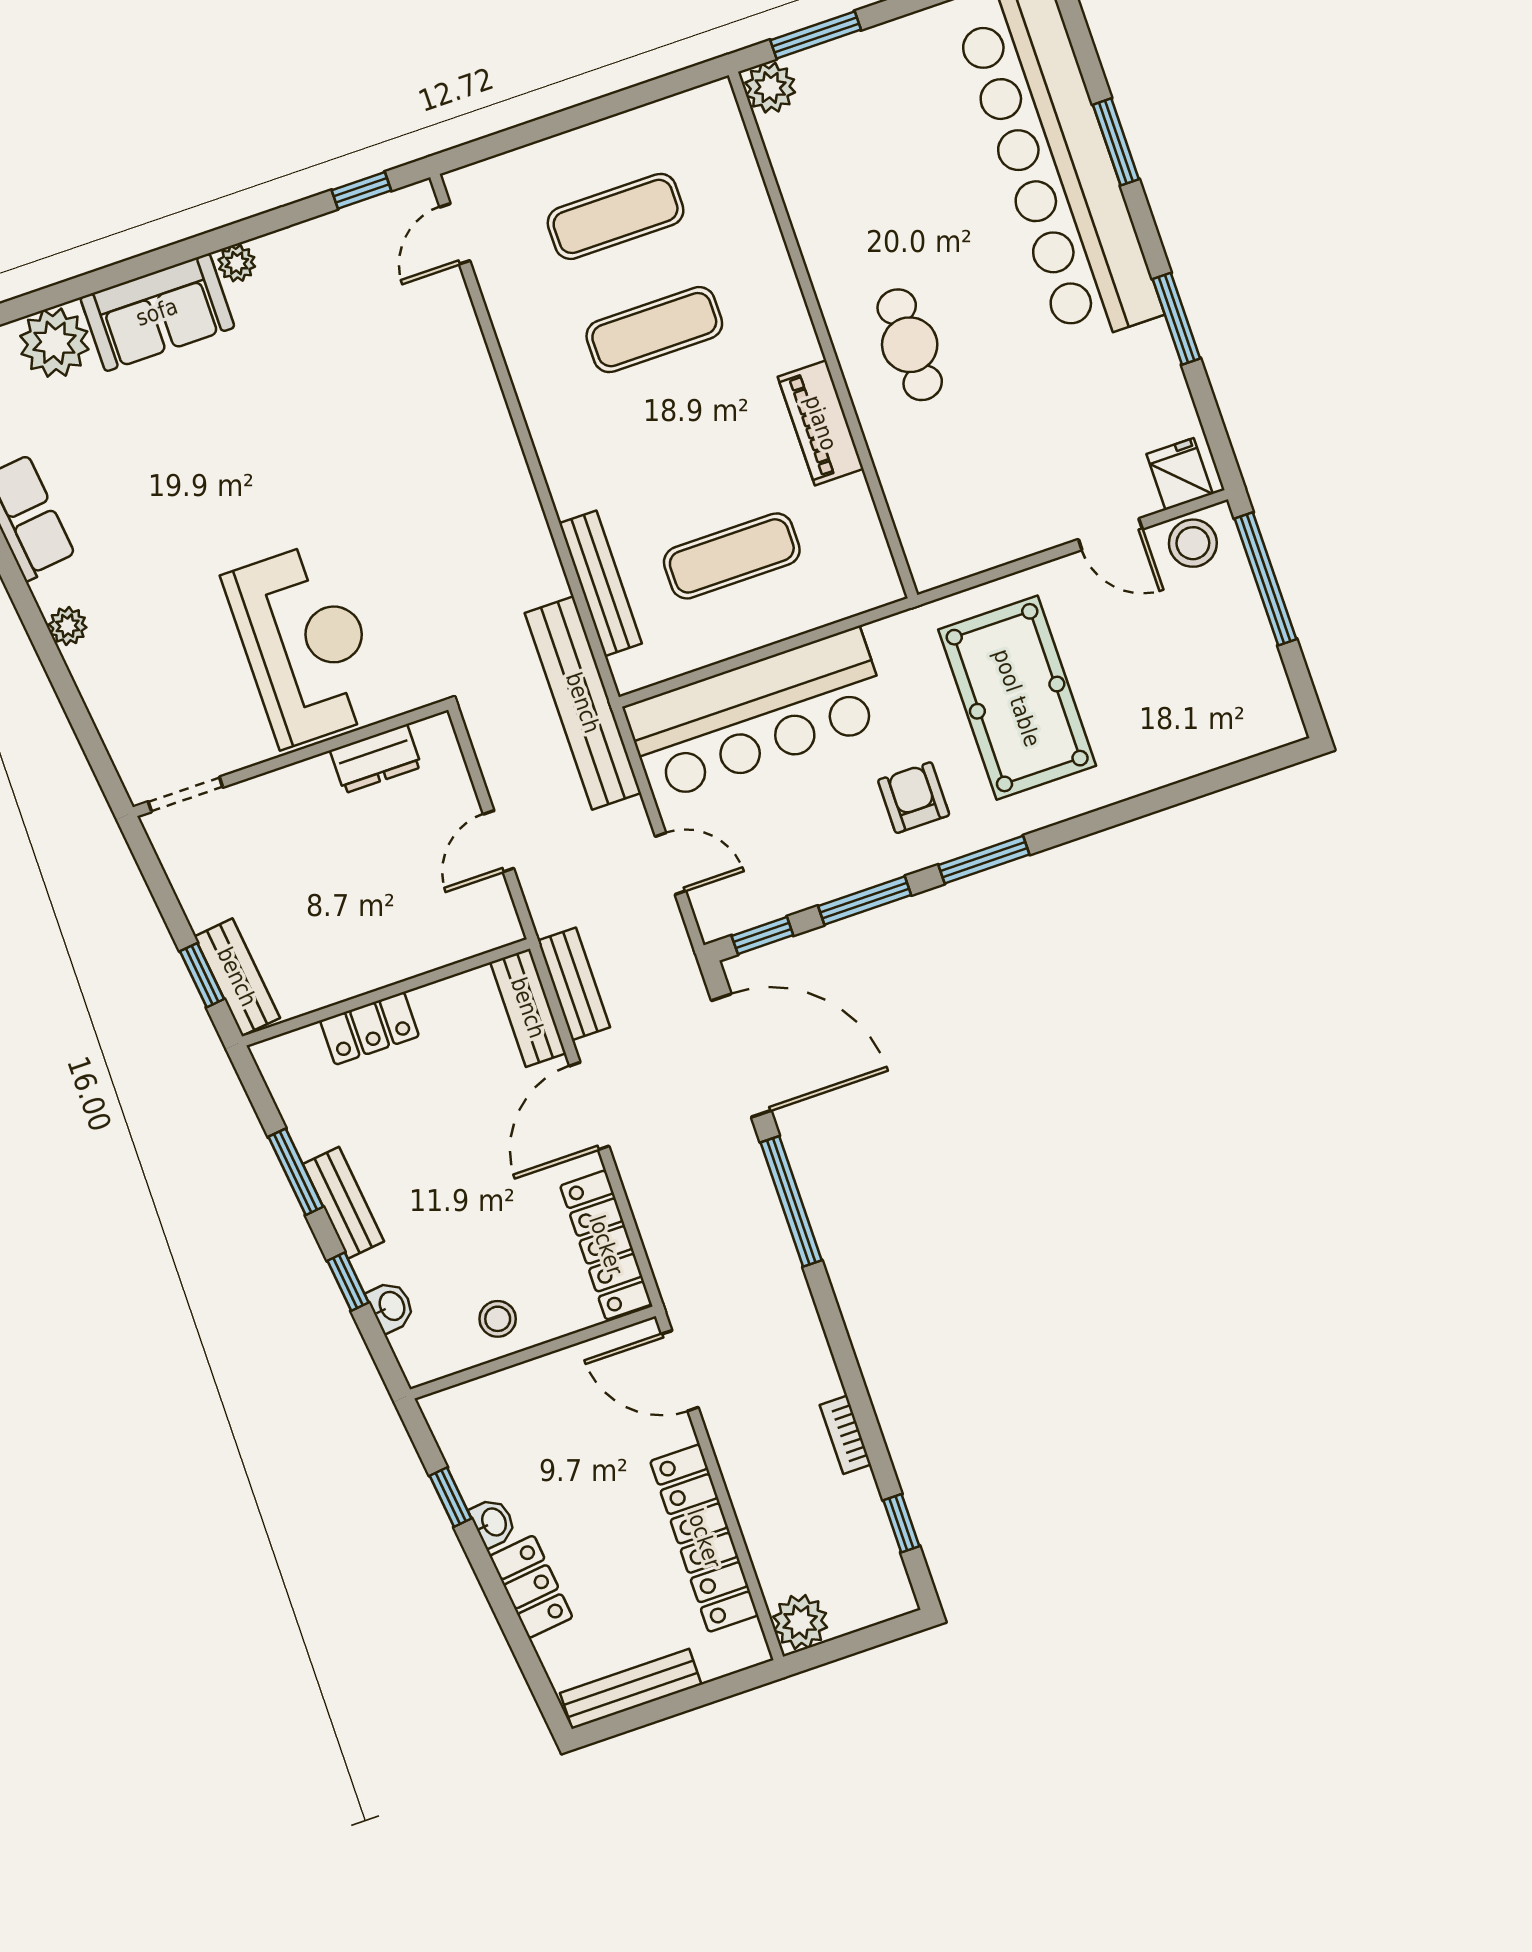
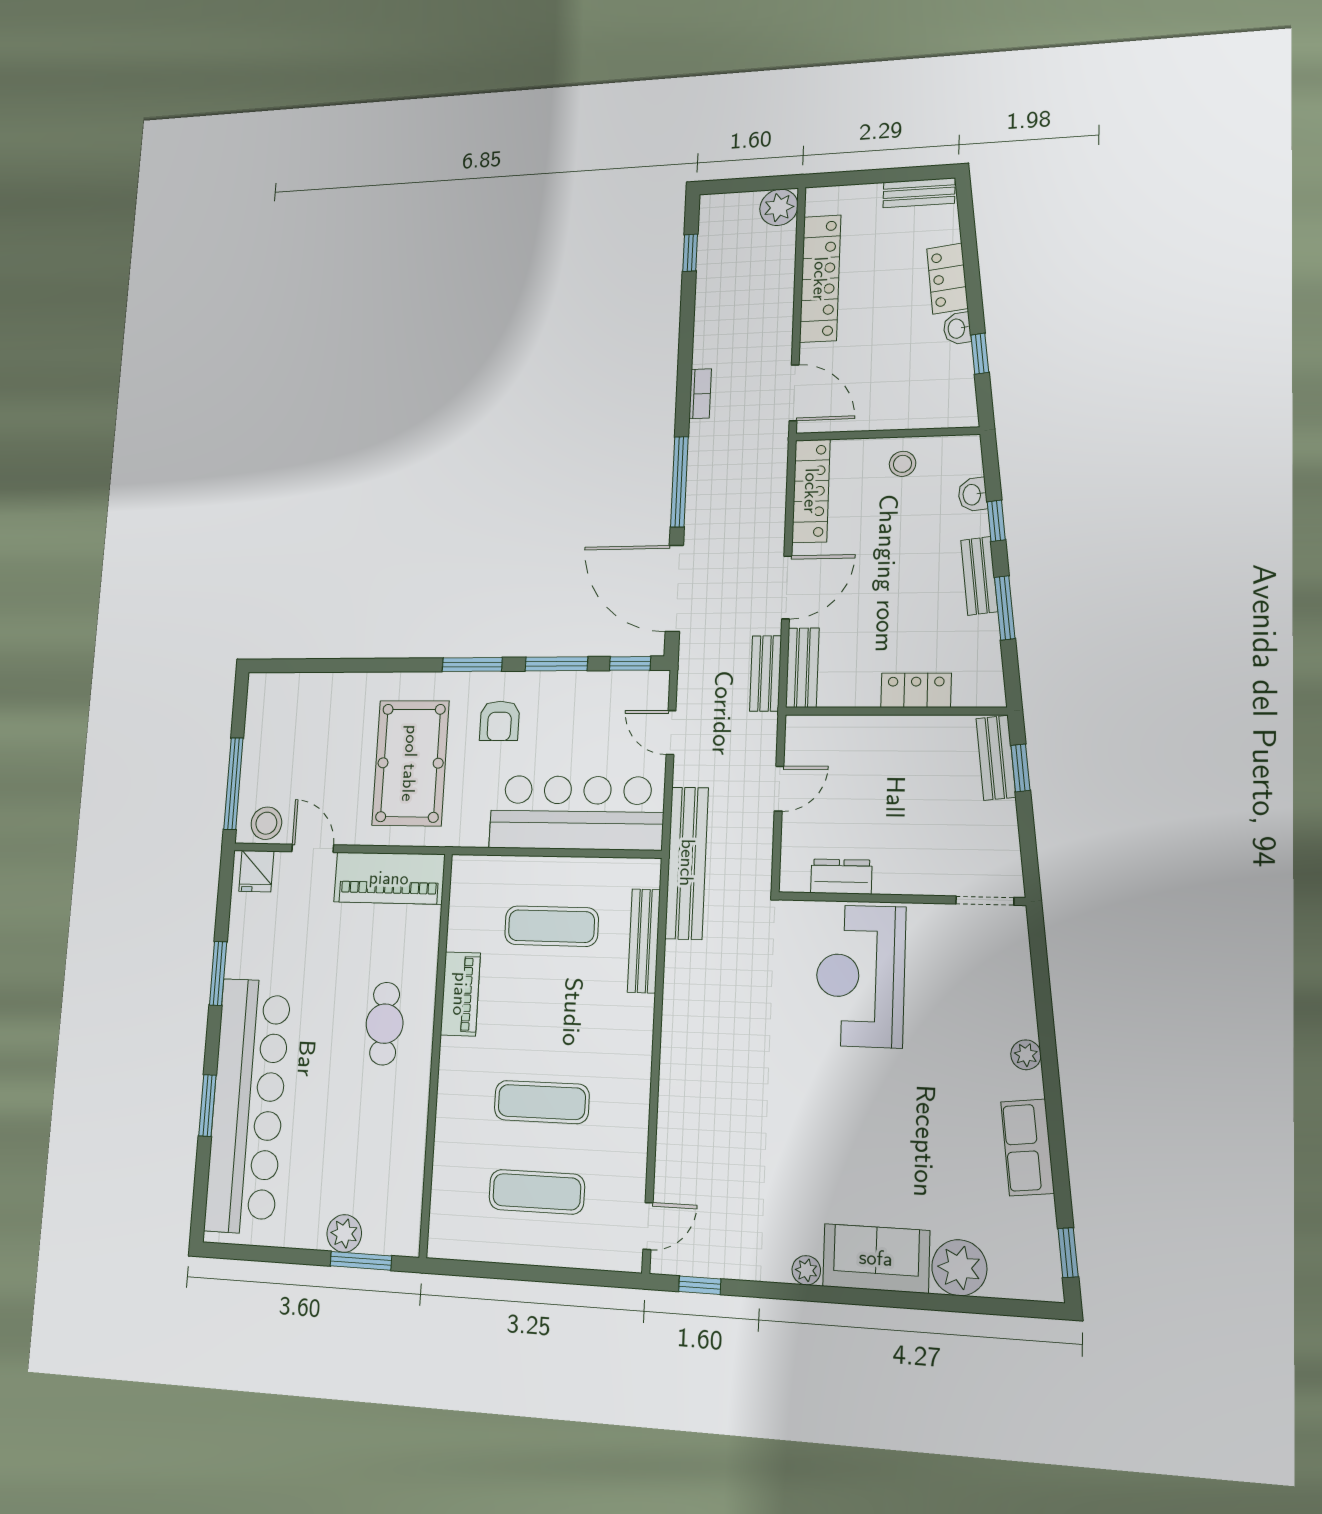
plant: (770, 88) -> (344, 1233), moved
piano: (983, 535) -> (389, 878), added
bookcase: (845, 1435) -> (700, 394), moved
bench: (631, 1689) -> (919, 193), width x0.73

